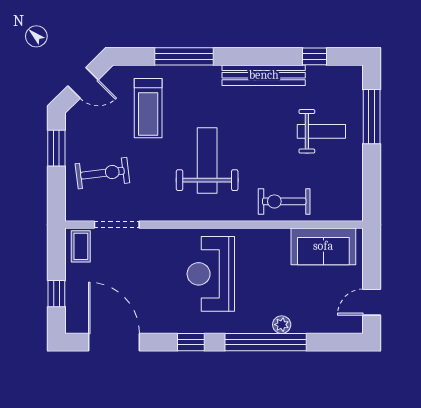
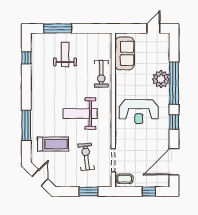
bench: (264, 75) -> (36, 84), removed
window: (56, 148) -> (88, 191), moved
exercise bike: (102, 173) -> (86, 157), moved
door: (372, 302) -> (153, 28), swing flipped
plant: (282, 325) -> (161, 79), width x1.87, depth x1.87

